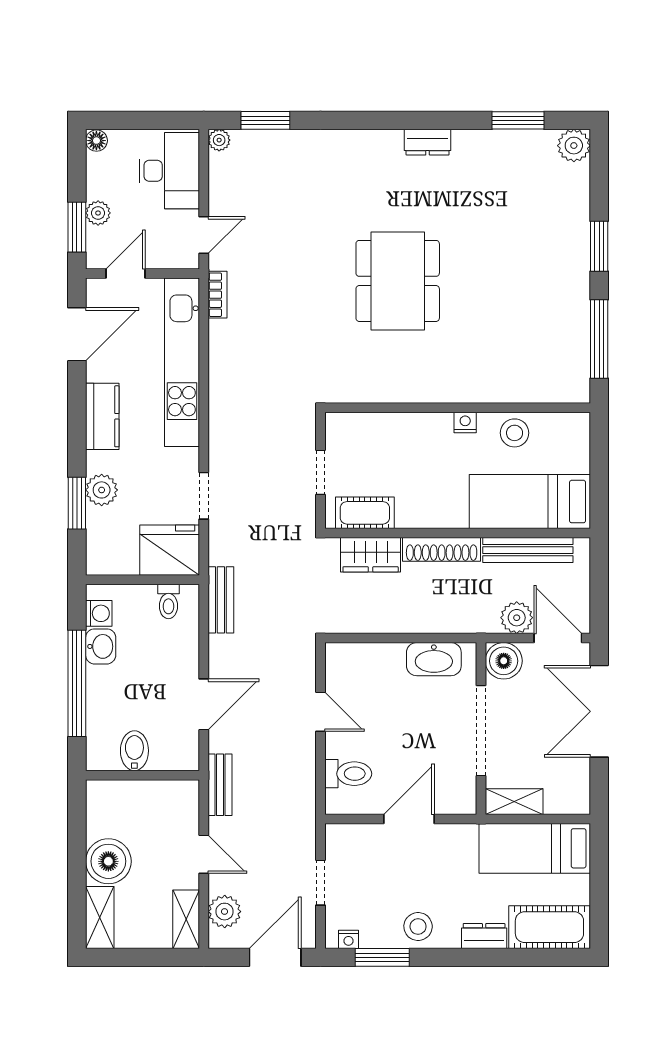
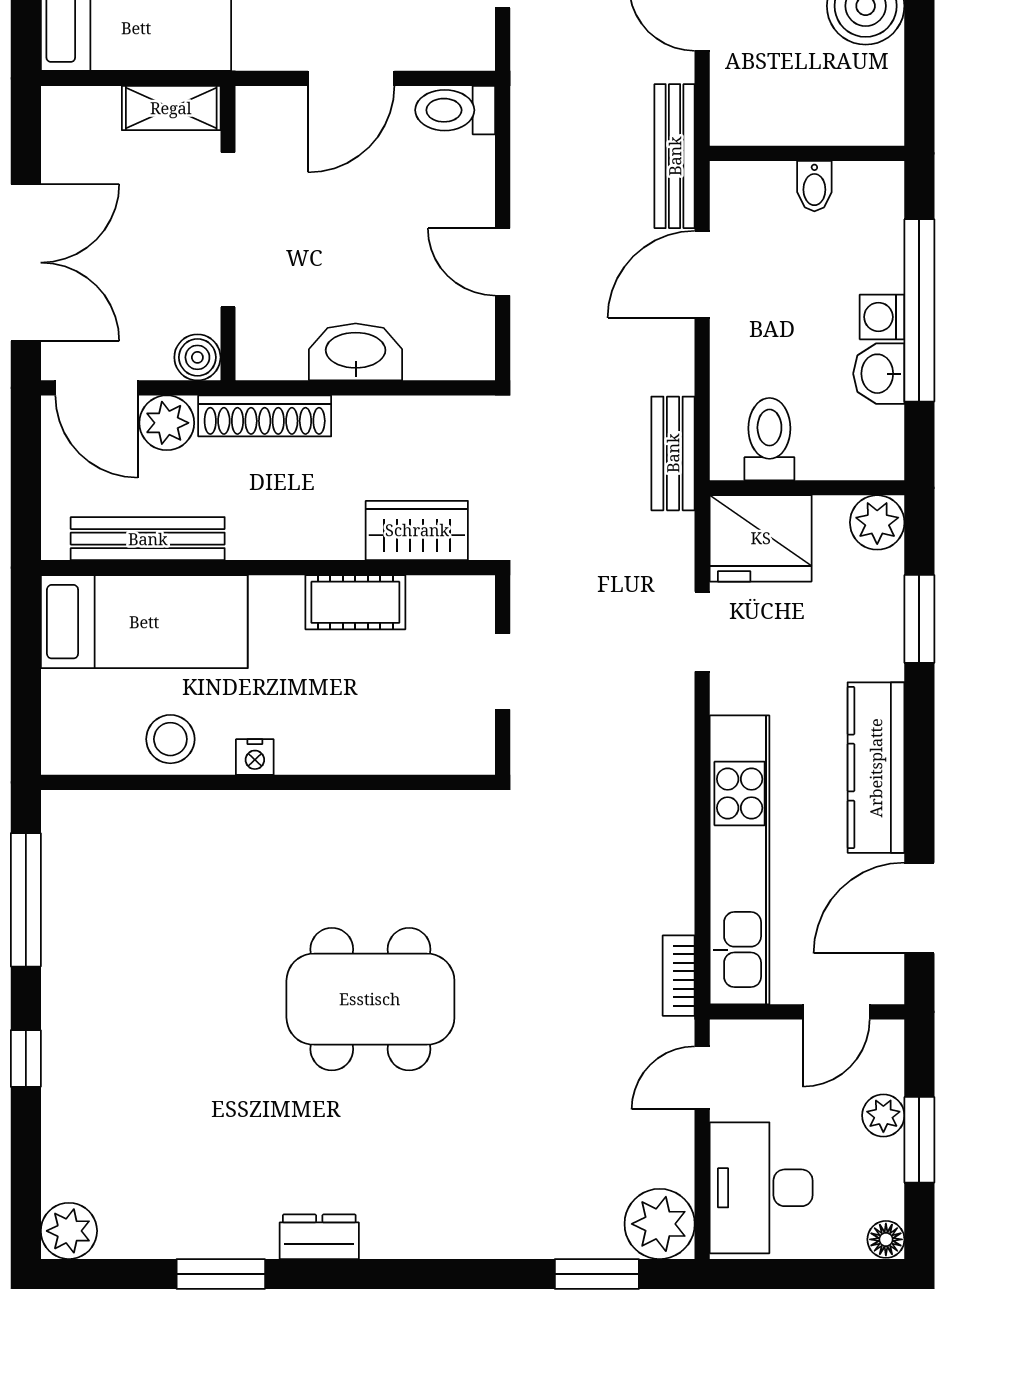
window: (518, 120) -> (221, 1274), moved
plant: (219, 140) -> (660, 1224), width x1.88, depth x1.88
window: (77, 227) -> (919, 1140), moved
window: (599, 246) -> (26, 1059), width x0.67
dining table: (398, 281) -> (370, 999), turned 90
kitchen counter: (102, 416) -> (876, 768), width x1.50
plant: (102, 490) -> (877, 522), moved
cot: (365, 513) -> (355, 602), moved
shoe rack: (442, 549) -> (265, 416), moved, turned 180
toilet: (168, 601) -> (769, 439), width x1.37, depth x1.39
washing machine: (99, 613) -> (882, 317), moved
washbasin: (434, 659) -> (356, 352), moved
boiler: (504, 661) -> (197, 357), width x0.73, depth x0.73
bidet: (134, 751) -> (814, 186), width x0.72, depth x0.74
toilet: (348, 774) -> (455, 110), moved
bench: (220, 785) -> (675, 156), width x1.36

